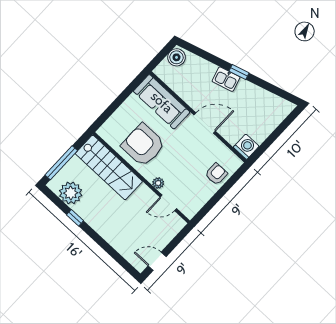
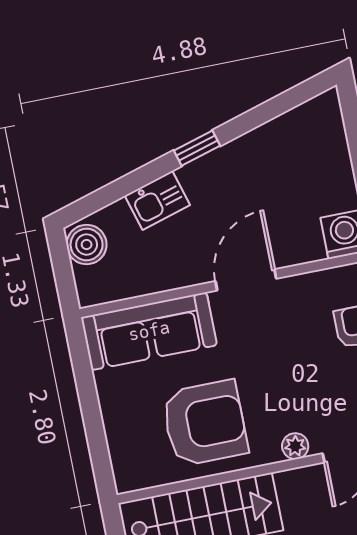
kitchen sink: (226, 79) -> (157, 200), moved
armchair: (143, 145) -> (205, 423), turned 180

